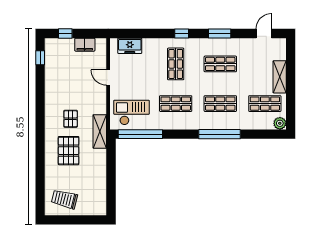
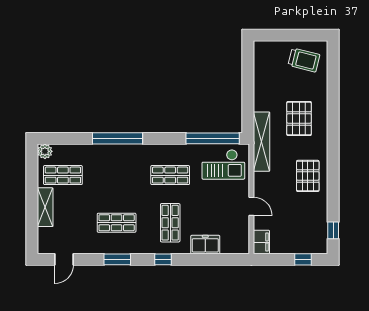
filing cabinet: (85, 45) -> (261, 242), moved, turned 90
freezer: (130, 46) -> (205, 245), moved
shop shelf: (220, 104) -> (117, 175), removed
pallet: (71, 119) -> (308, 176), moved, width x1.50, depth x1.42
shelving: (100, 131) -> (262, 142), width x1.47

